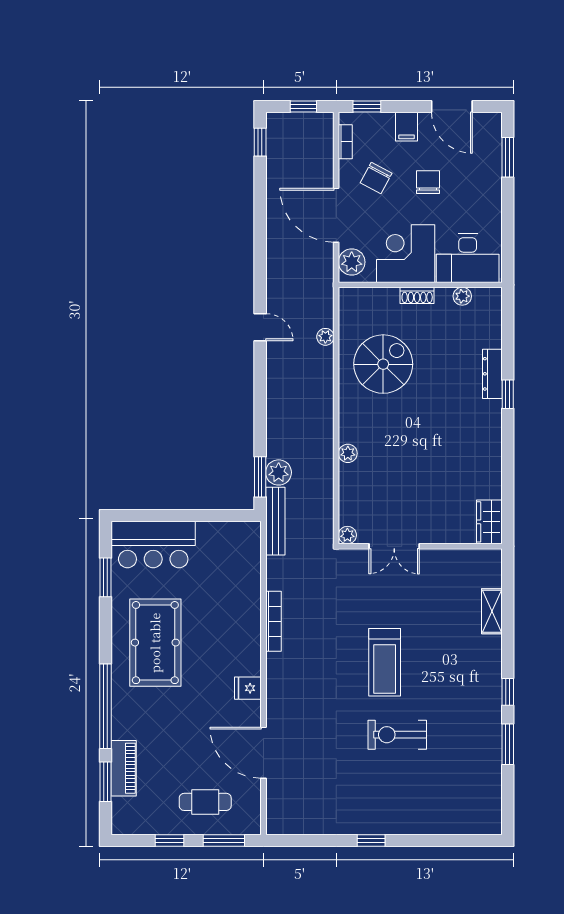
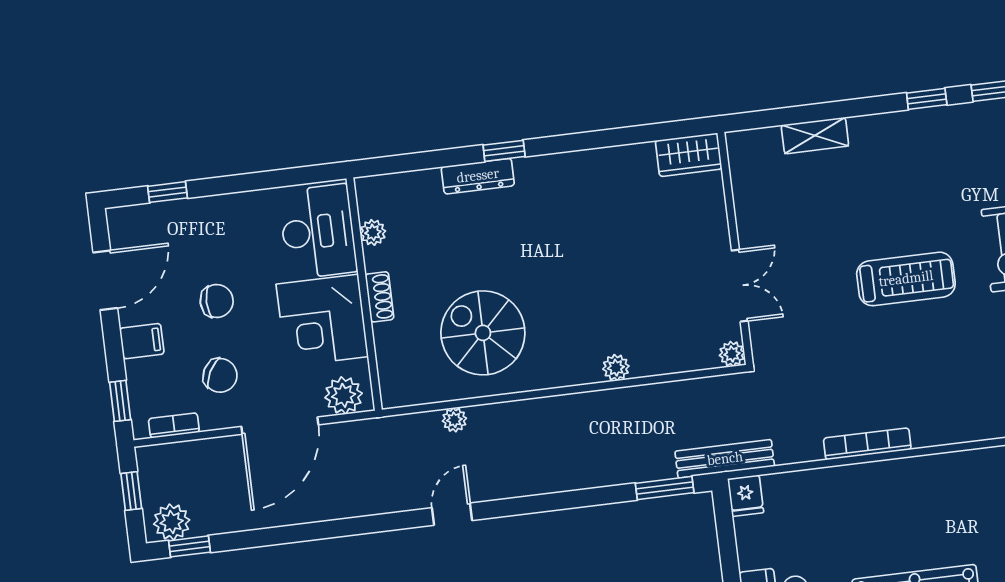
window: (508, 157) -> (168, 192), width x0.67
chair: (428, 182) -> (217, 301), turned 180
plant: (279, 472) -> (172, 522), moved
fridge: (248, 688) -> (746, 496), moved

